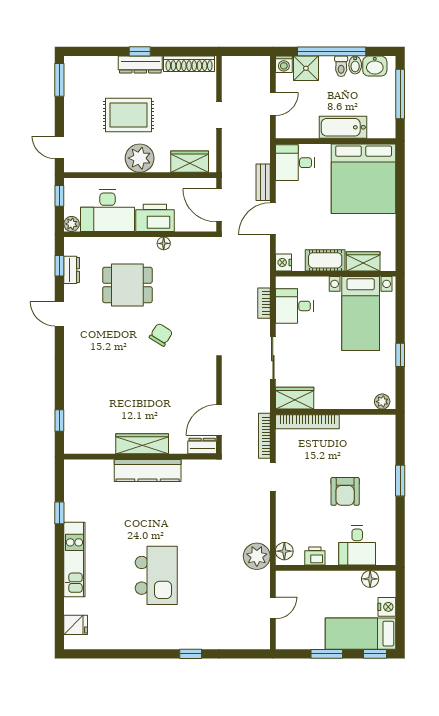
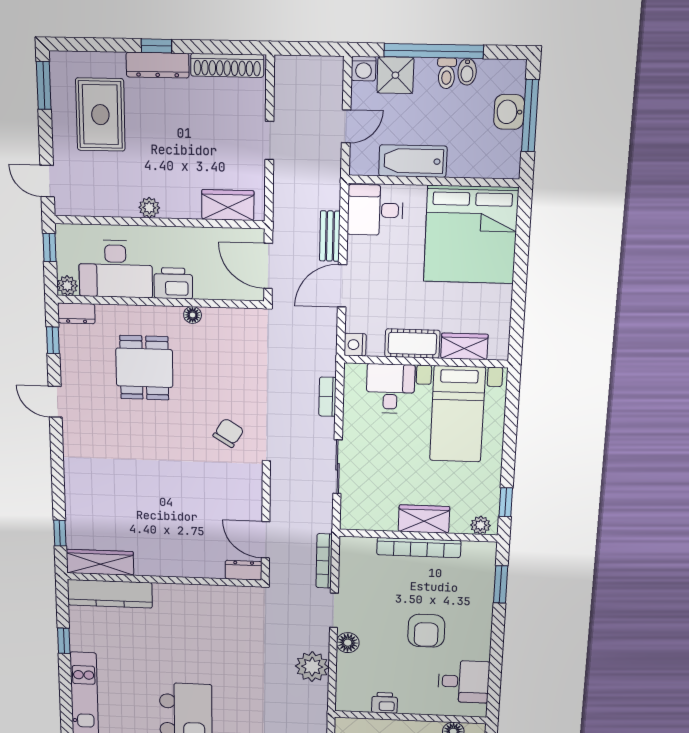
washbasin: (375, 66) -> (509, 112), moved, turned 90
rug: (128, 115) -> (100, 115), moved, turned 90
bathtub: (343, 127) -> (413, 161), moved
plant: (140, 158) -> (149, 208), width x0.53, depth x0.53
printer: (155, 218) -> (173, 283), width x0.73, depth x0.84
dresser: (72, 270) -> (76, 313), moved, turned 90
dining table: (127, 285) -> (144, 368), turned 90
desk: (294, 306) -> (390, 389), moved, turned 90
chair: (161, 335) -> (228, 433), moved
window: (400, 355) -> (506, 502), moved
wardrobe: (295, 398) -> (424, 519), moved
door: (219, 420) -> (266, 540), hinge flipped
bookcase: (307, 422) -> (419, 548), moved
wardrobe: (142, 444) -> (100, 562), moved
kitchen counter: (148, 470) -> (110, 594), moved
window: (400, 481) -> (501, 584), moved
desk: (357, 545) -> (464, 682), moved, turned -90
floor lamp: (284, 551) -> (348, 643), moved
plant: (257, 556) -> (312, 667), moved

